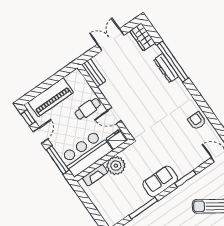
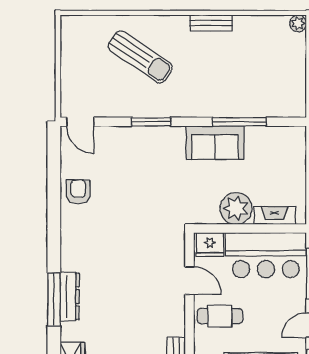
window: (173, 61) -> (54, 299), width x0.68
armchair: (197, 121) -> (78, 192), turned 180
sofa: (160, 181) -> (215, 143), moved

